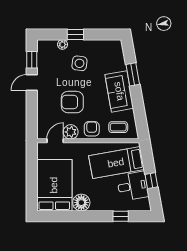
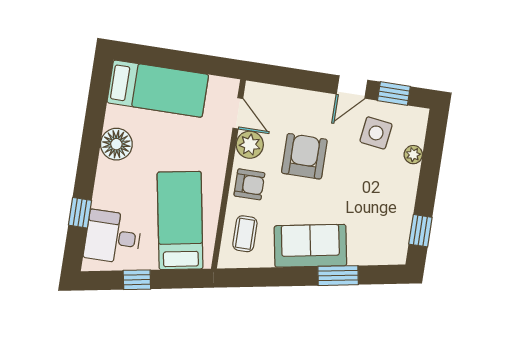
window: (75, 34) -> (420, 231), moved
side table: (79, 63) -> (376, 133), moved
door: (32, 82) -> (352, 87), swing flipped
bed: (54, 185) -> (158, 89), width x0.67
desk: (133, 186) -> (113, 237), moved, turned 100

